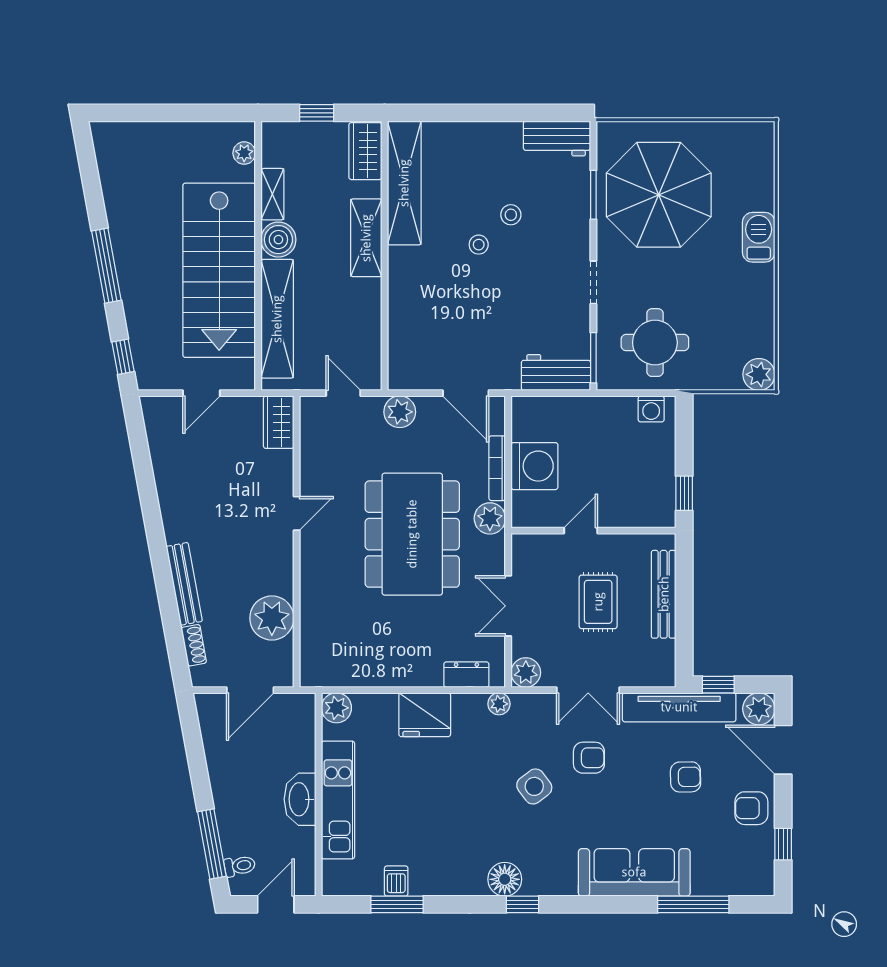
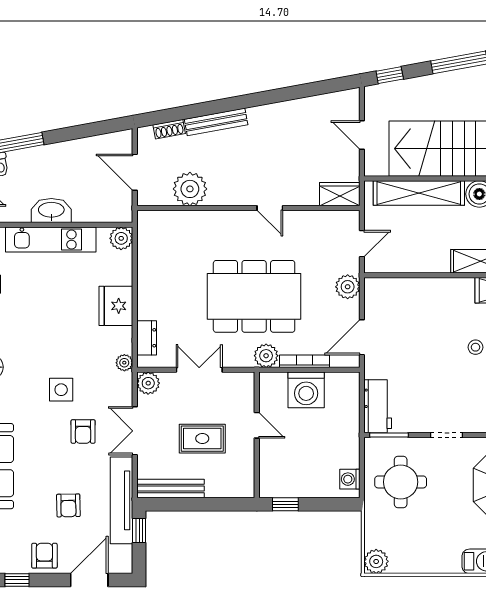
bench: (664, 594) -> (170, 489), moved
plant: (759, 709) -> (120, 561), removed
side table: (534, 786) -> (61, 390), turned 37

